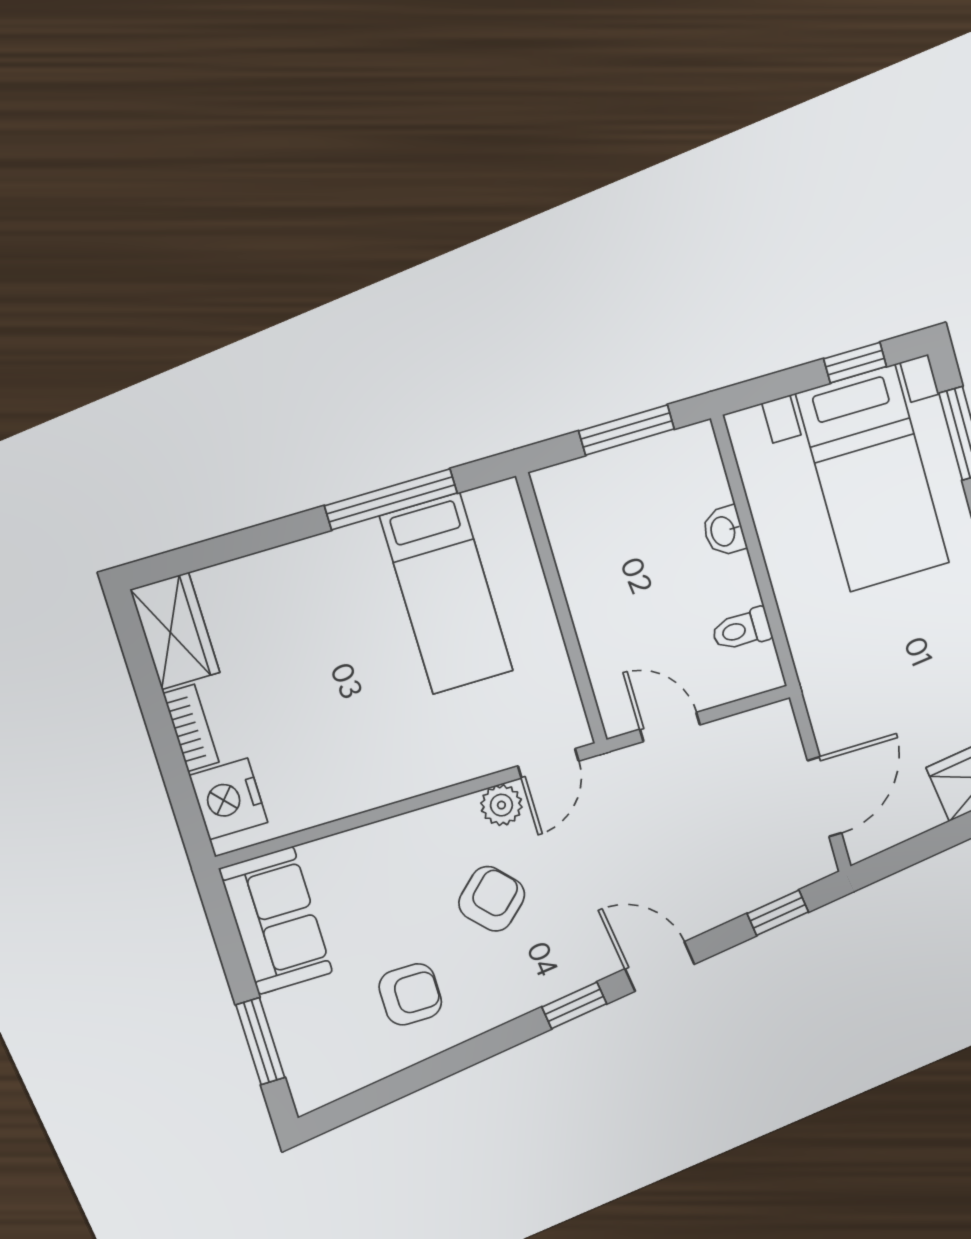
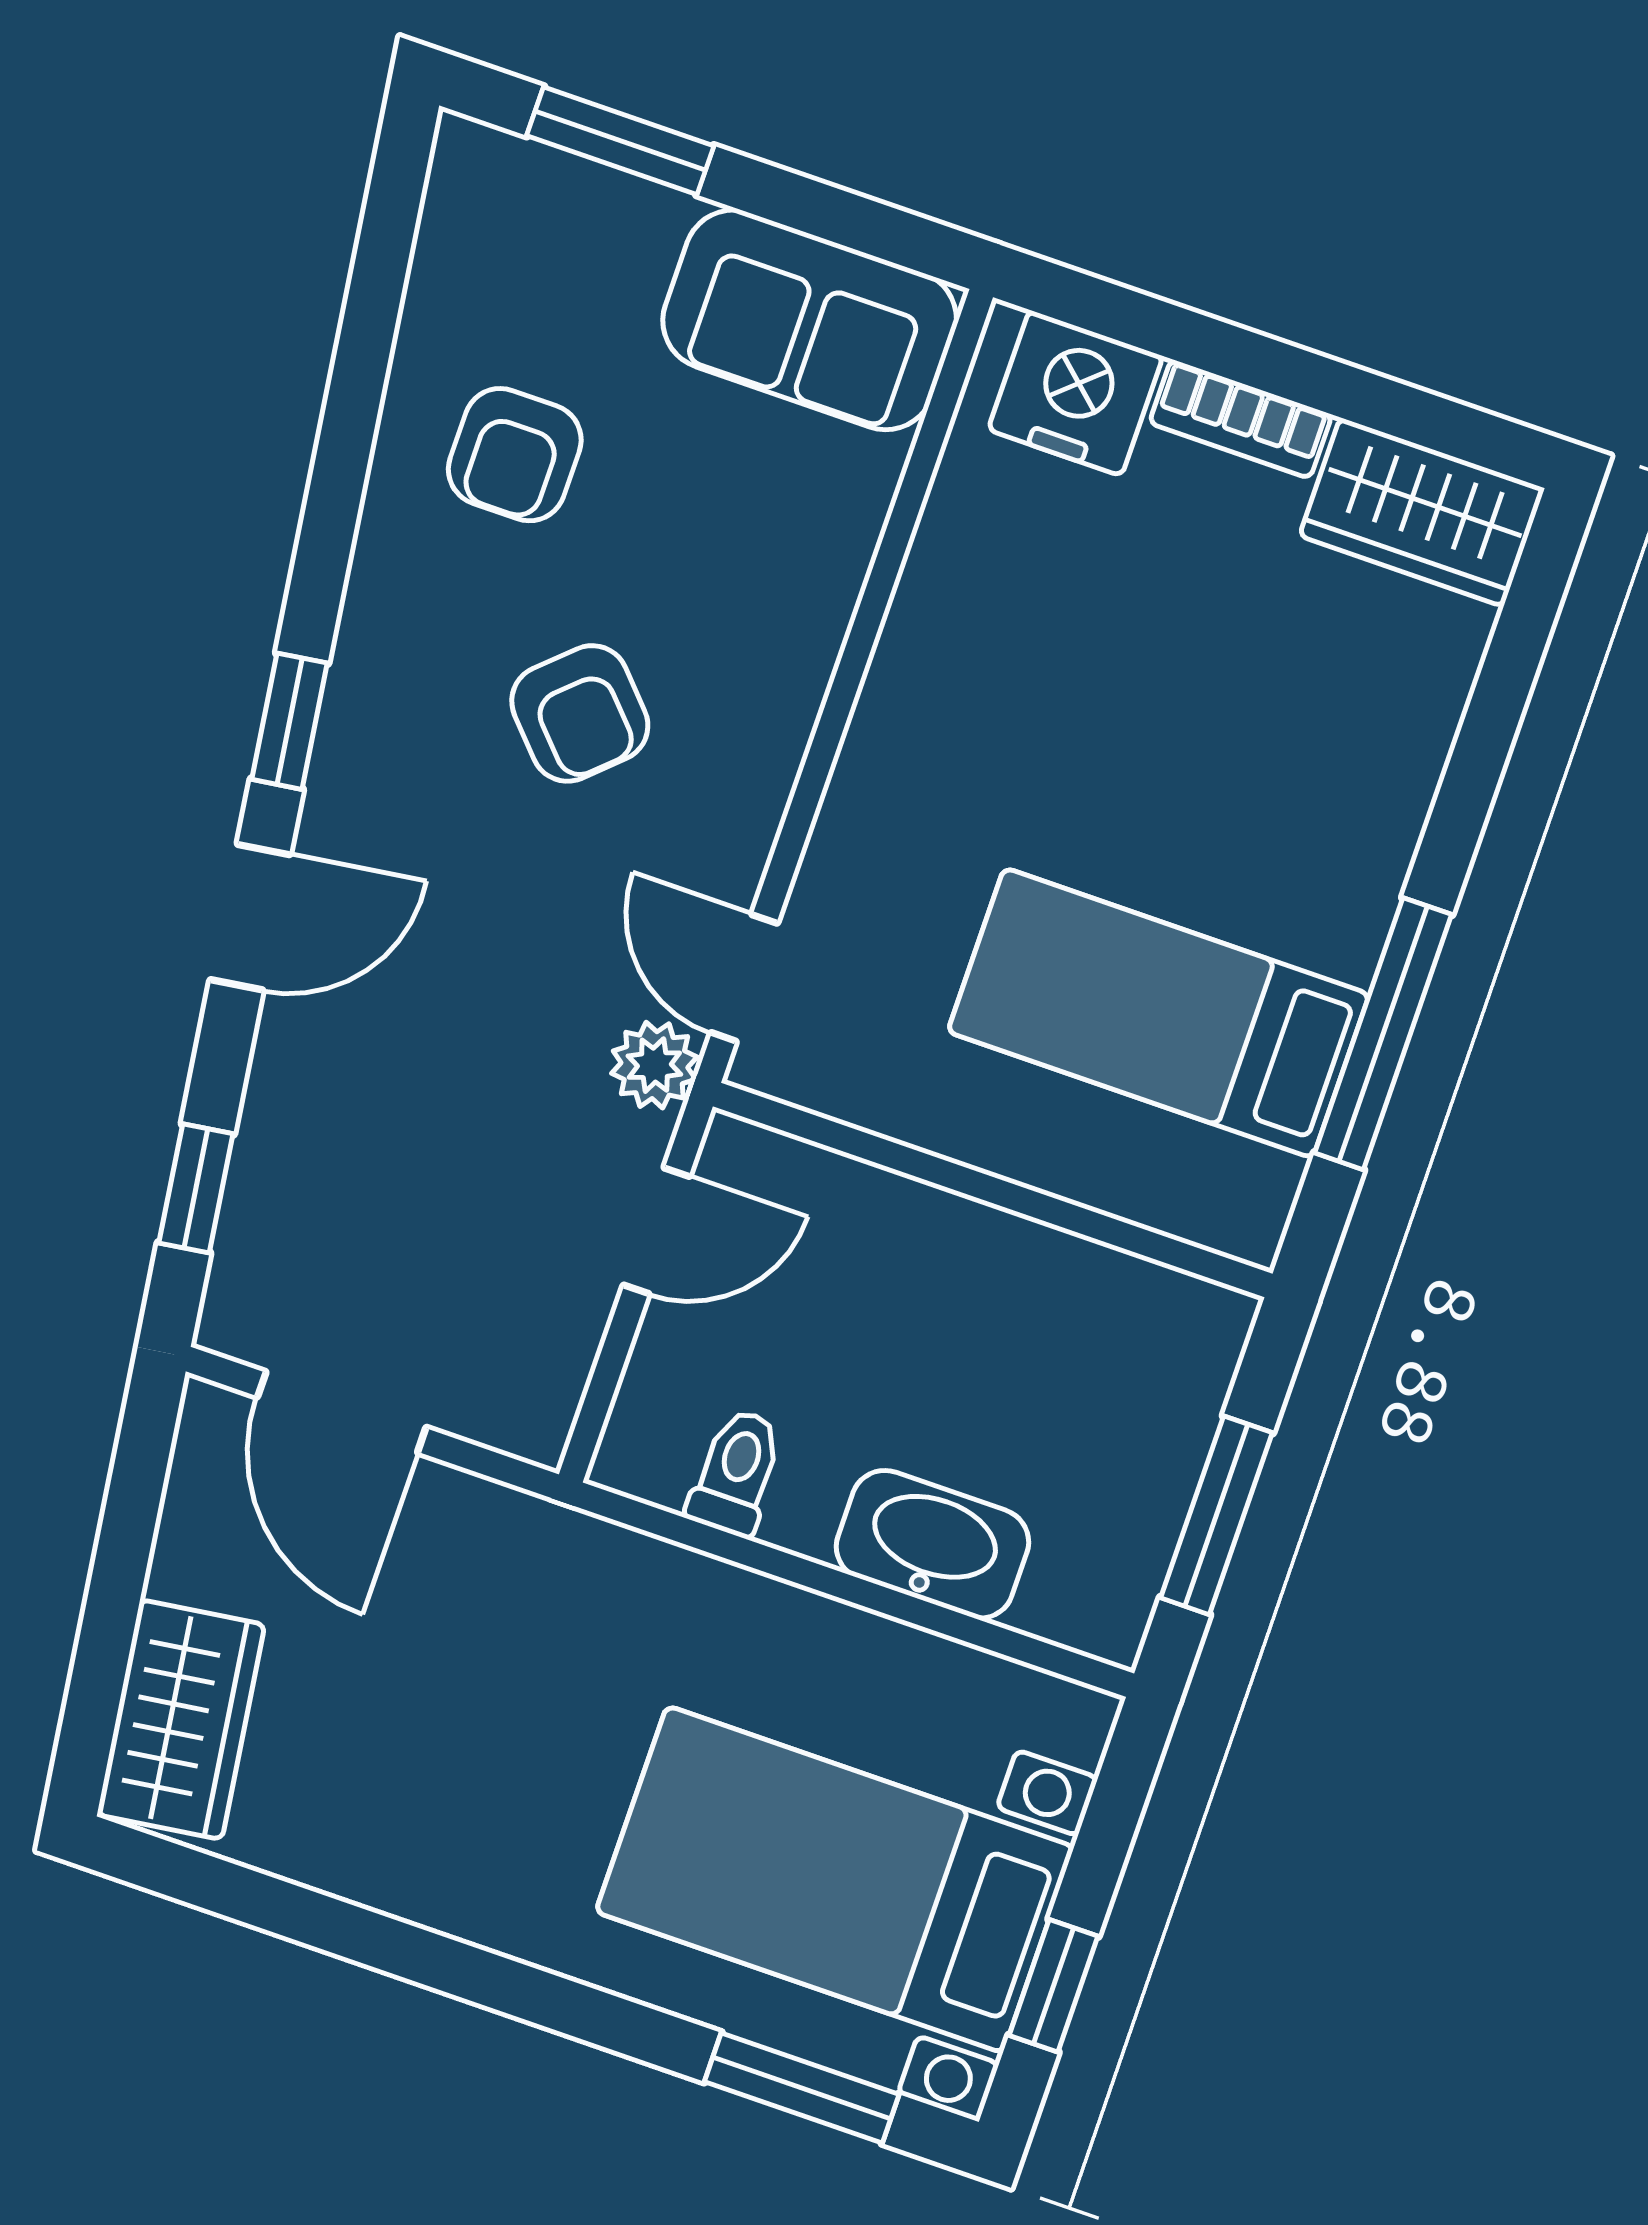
washbasin: (724, 531) -> (932, 1544), width x1.91, depth x1.45
plant: (501, 805) -> (654, 1065), moved

